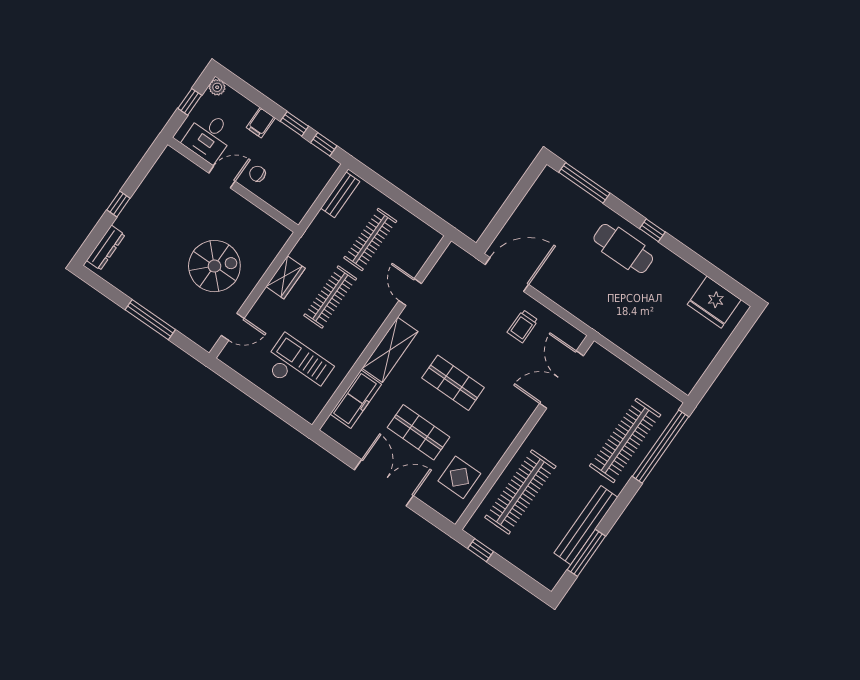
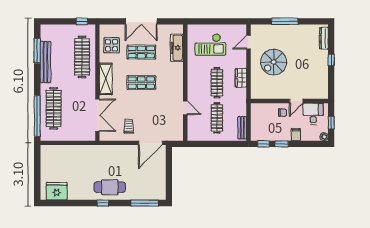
shelving: (390, 350) -> (106, 79), moved

